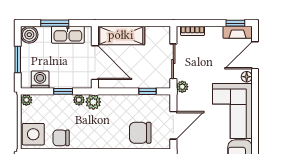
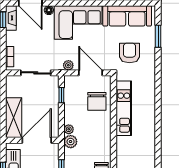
plant: (182, 87) -> (68, 65), moved
plant: (79, 100) -> (69, 129), moved

